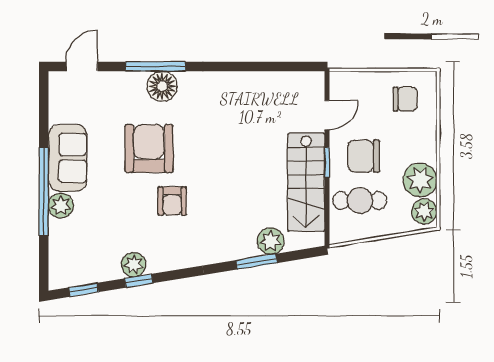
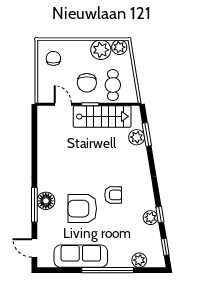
sofa: (68, 158) -> (81, 256), width x1.36
plant: (61, 206) -> (139, 260), moved
window: (256, 262) -> (147, 134), moved

